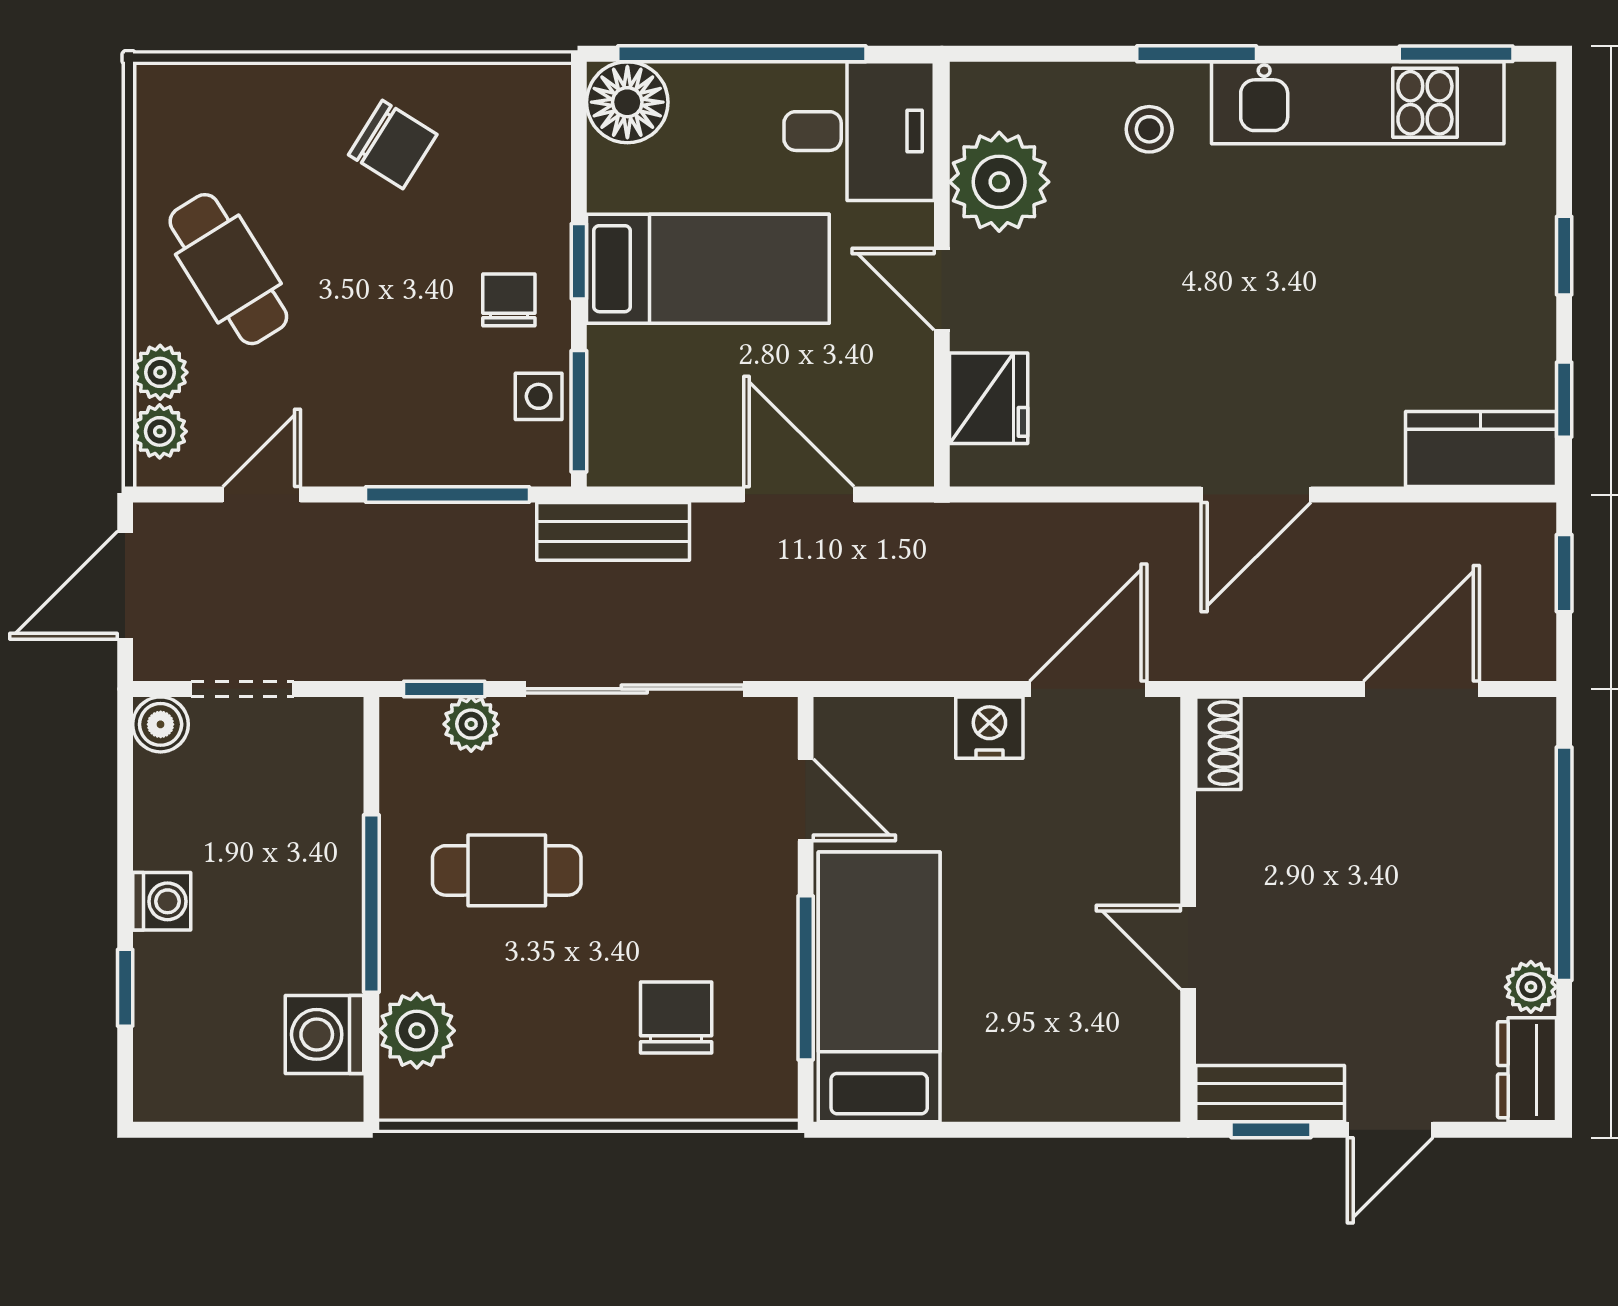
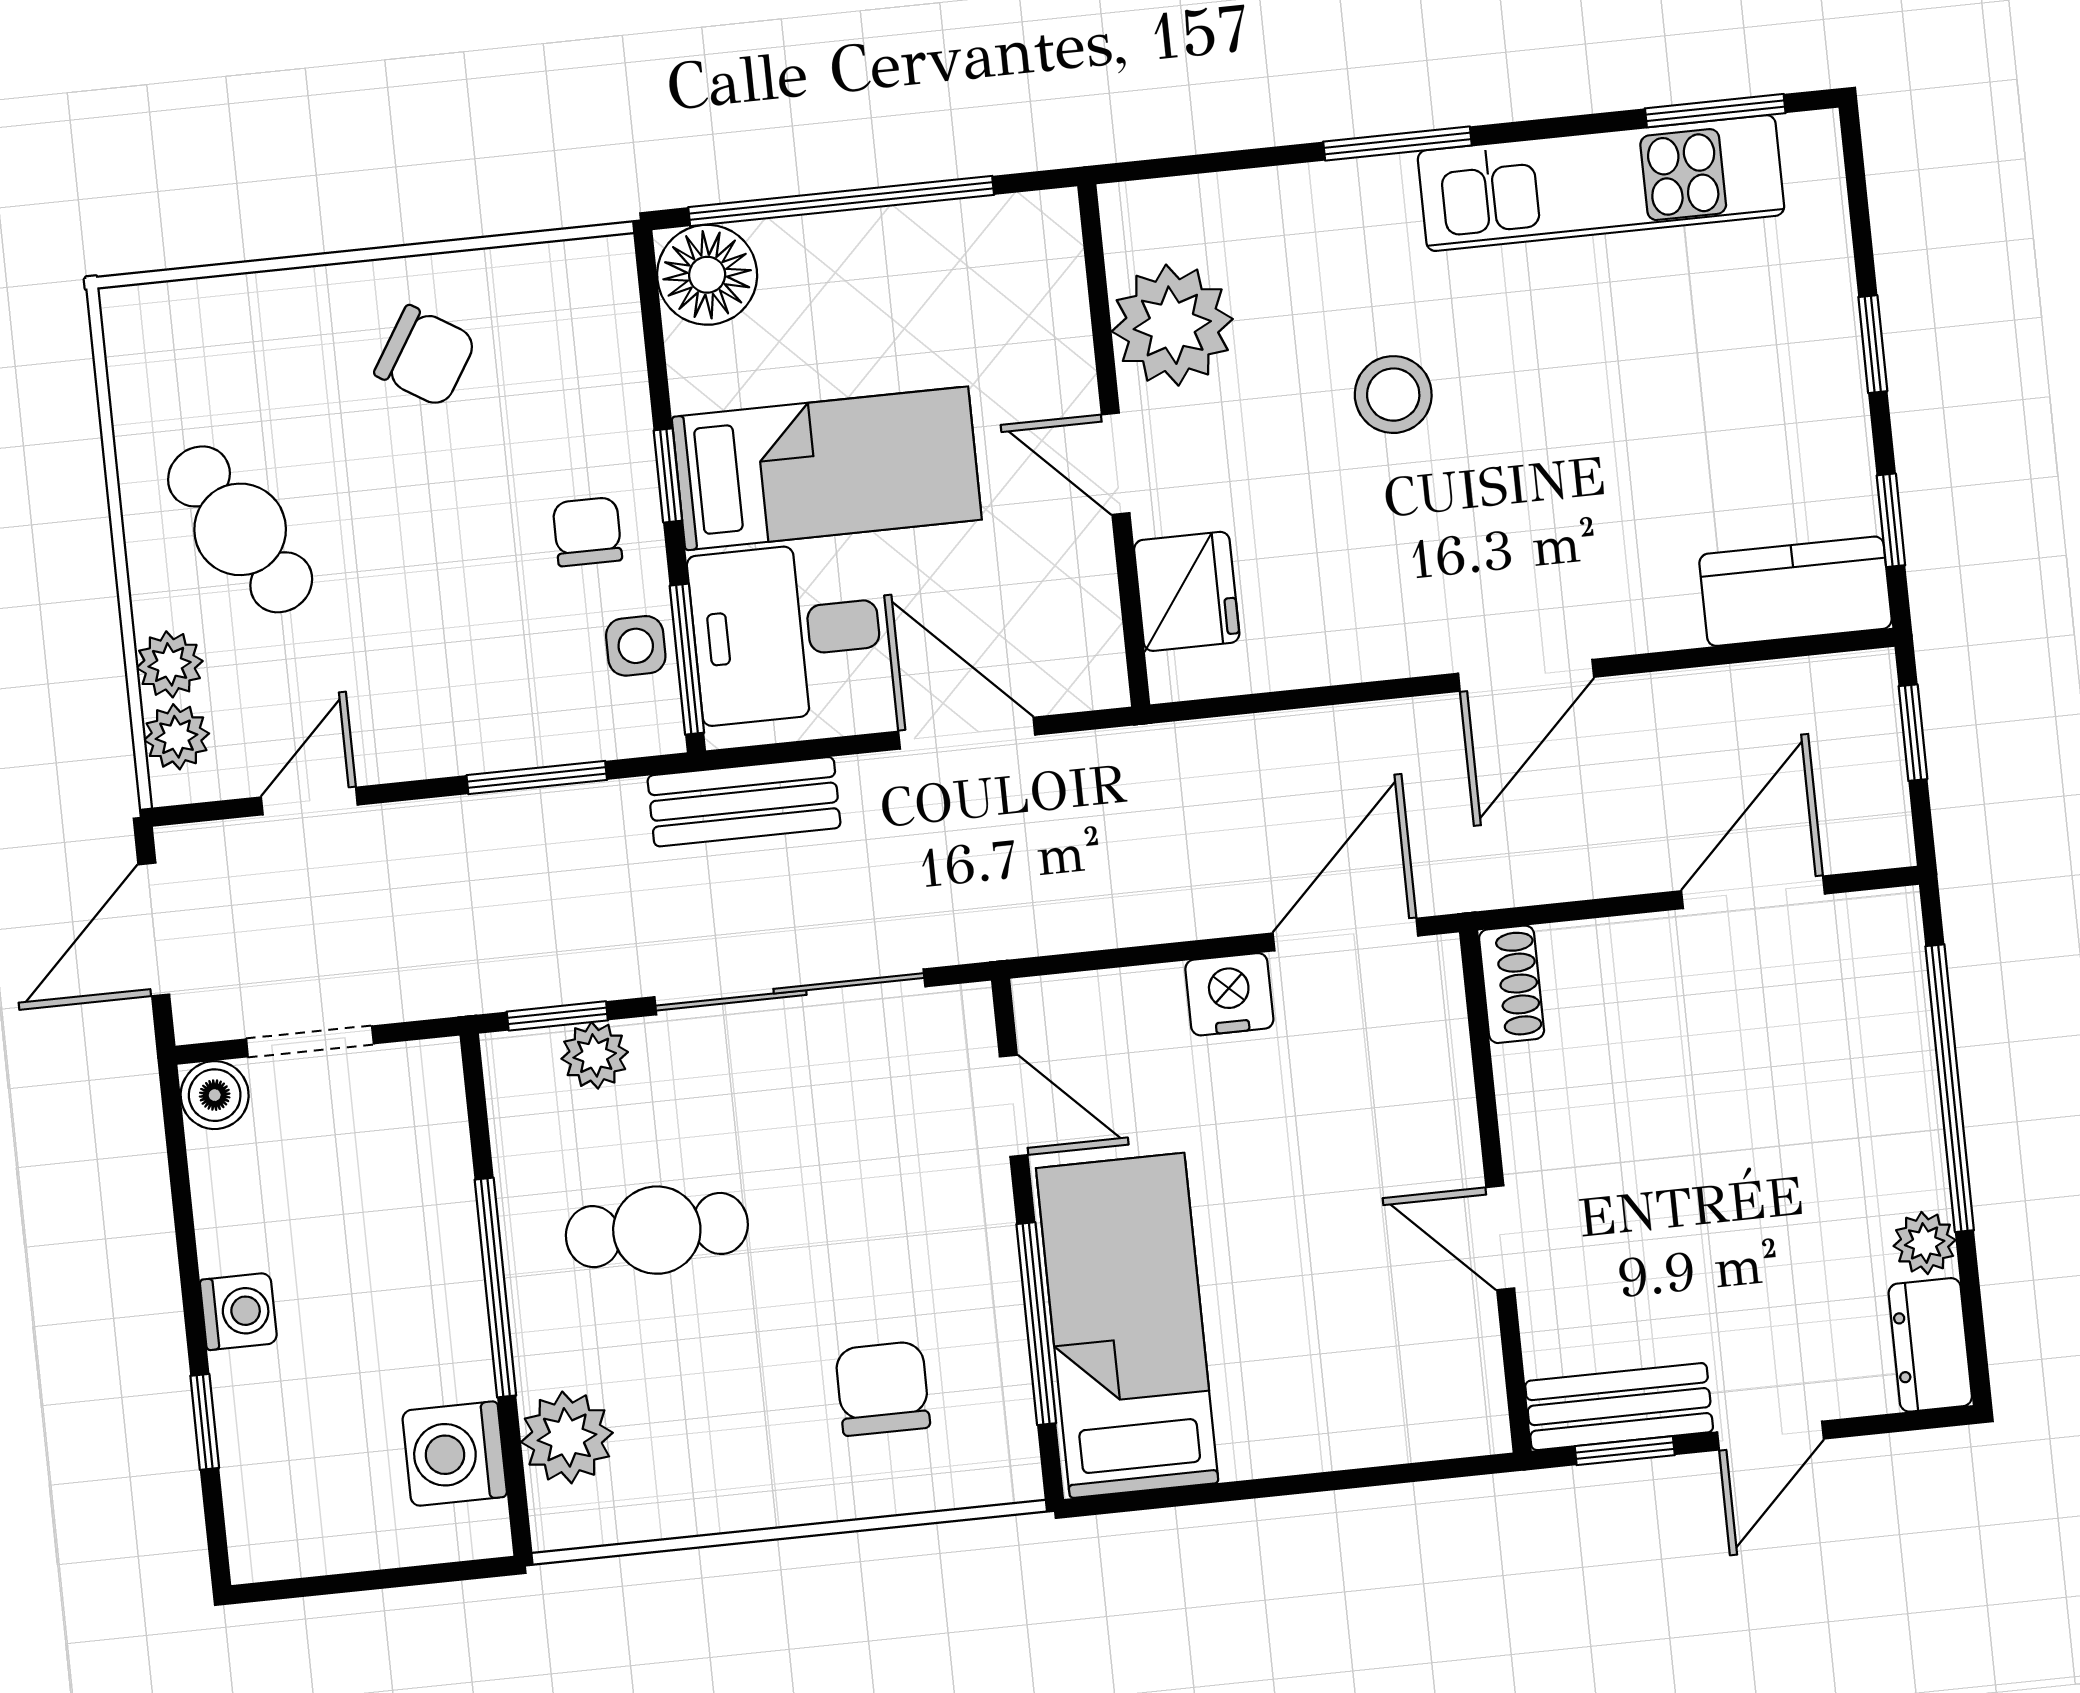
stool: (1149, 129) -> (1393, 395), moved, width x1.37, depth x1.37
desk: (859, 131) -> (786, 632), moved, turned 180
window: (447, 495) -> (537, 778), width x0.69

